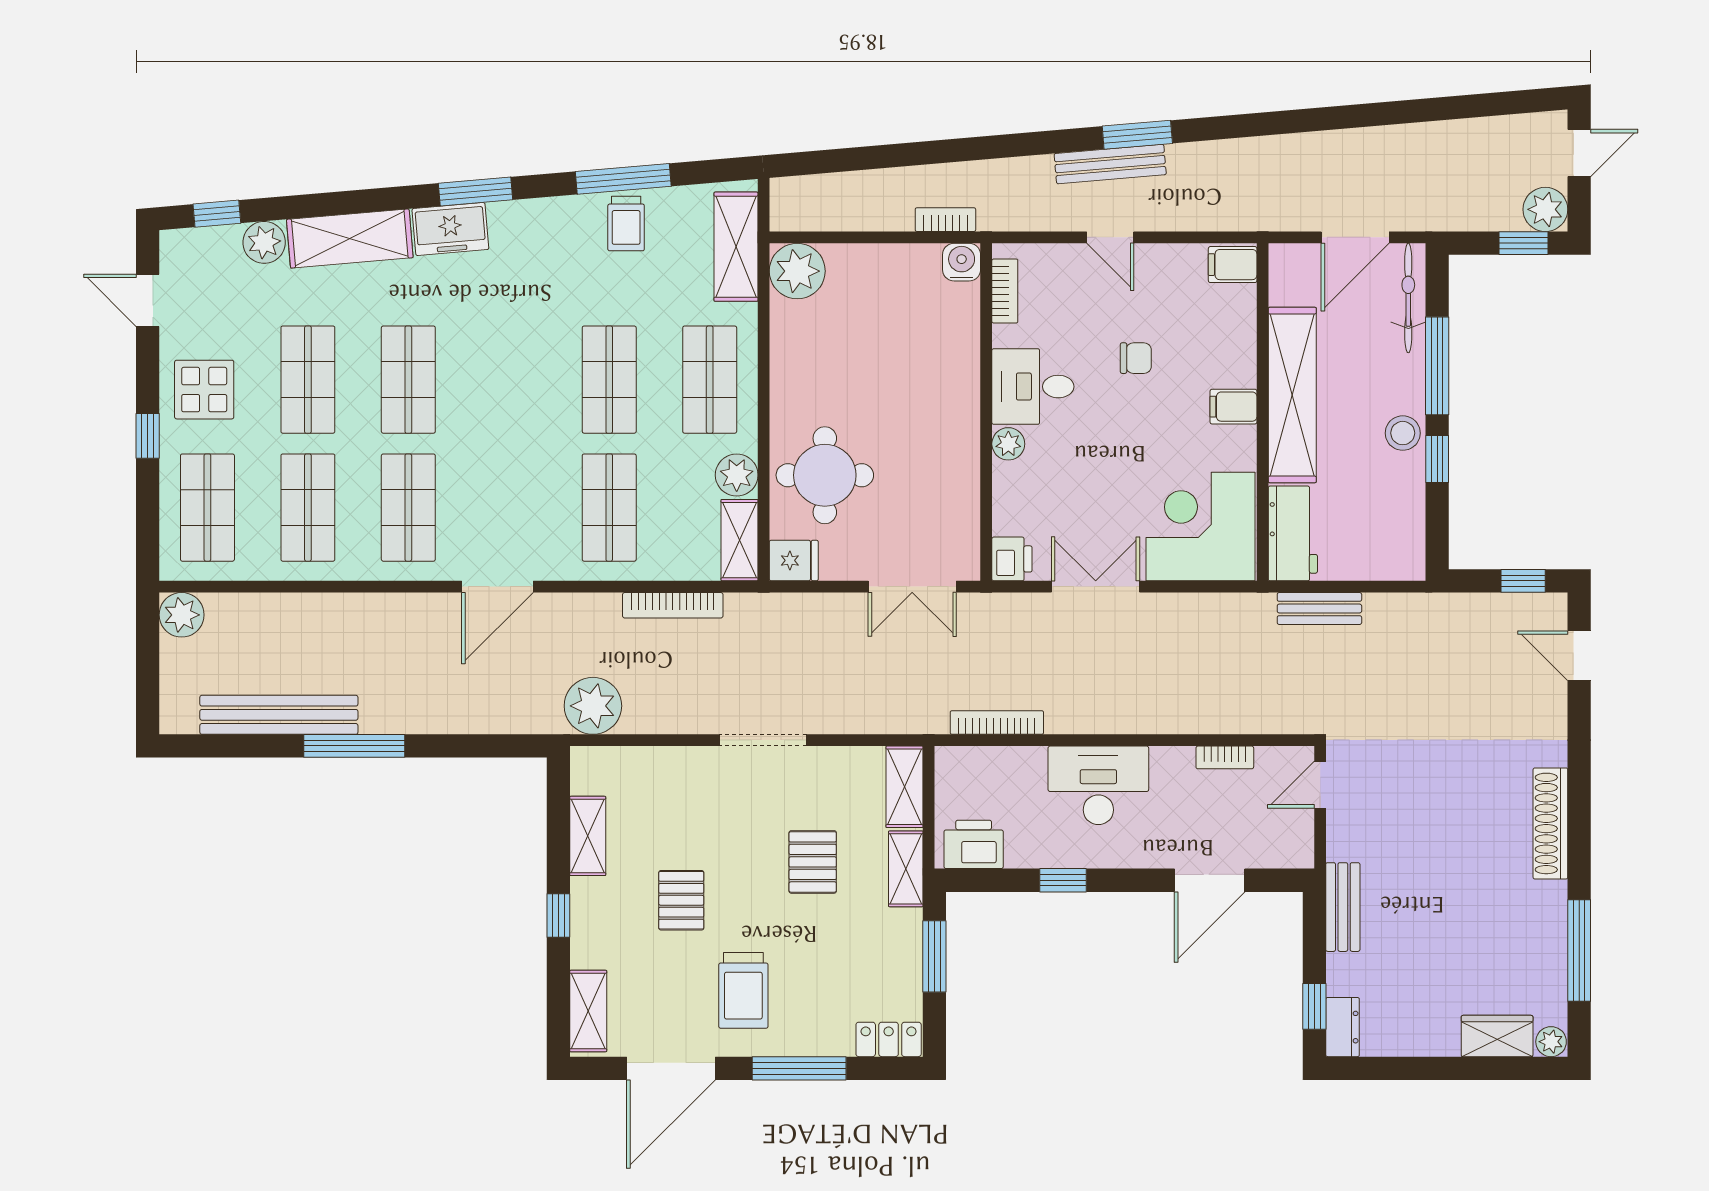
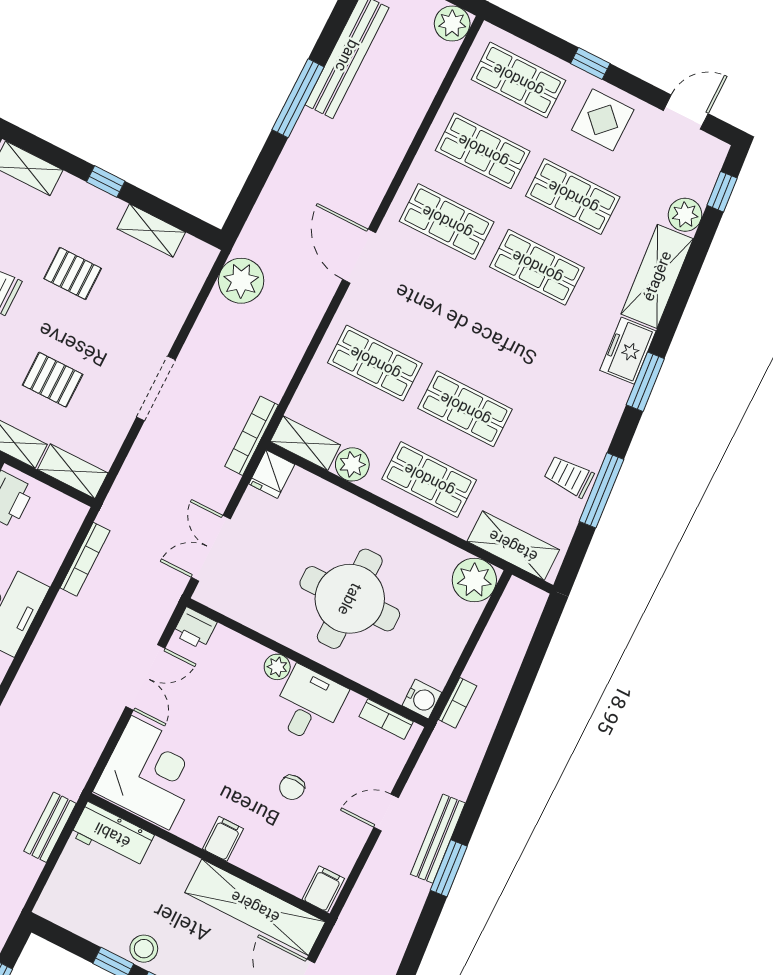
shelving: (1292, 395) -> (255, 907), moved
round table: (825, 475) -> (350, 599), moved, width x1.36, depth x1.36
bookcase: (673, 605) -> (252, 436), moved

